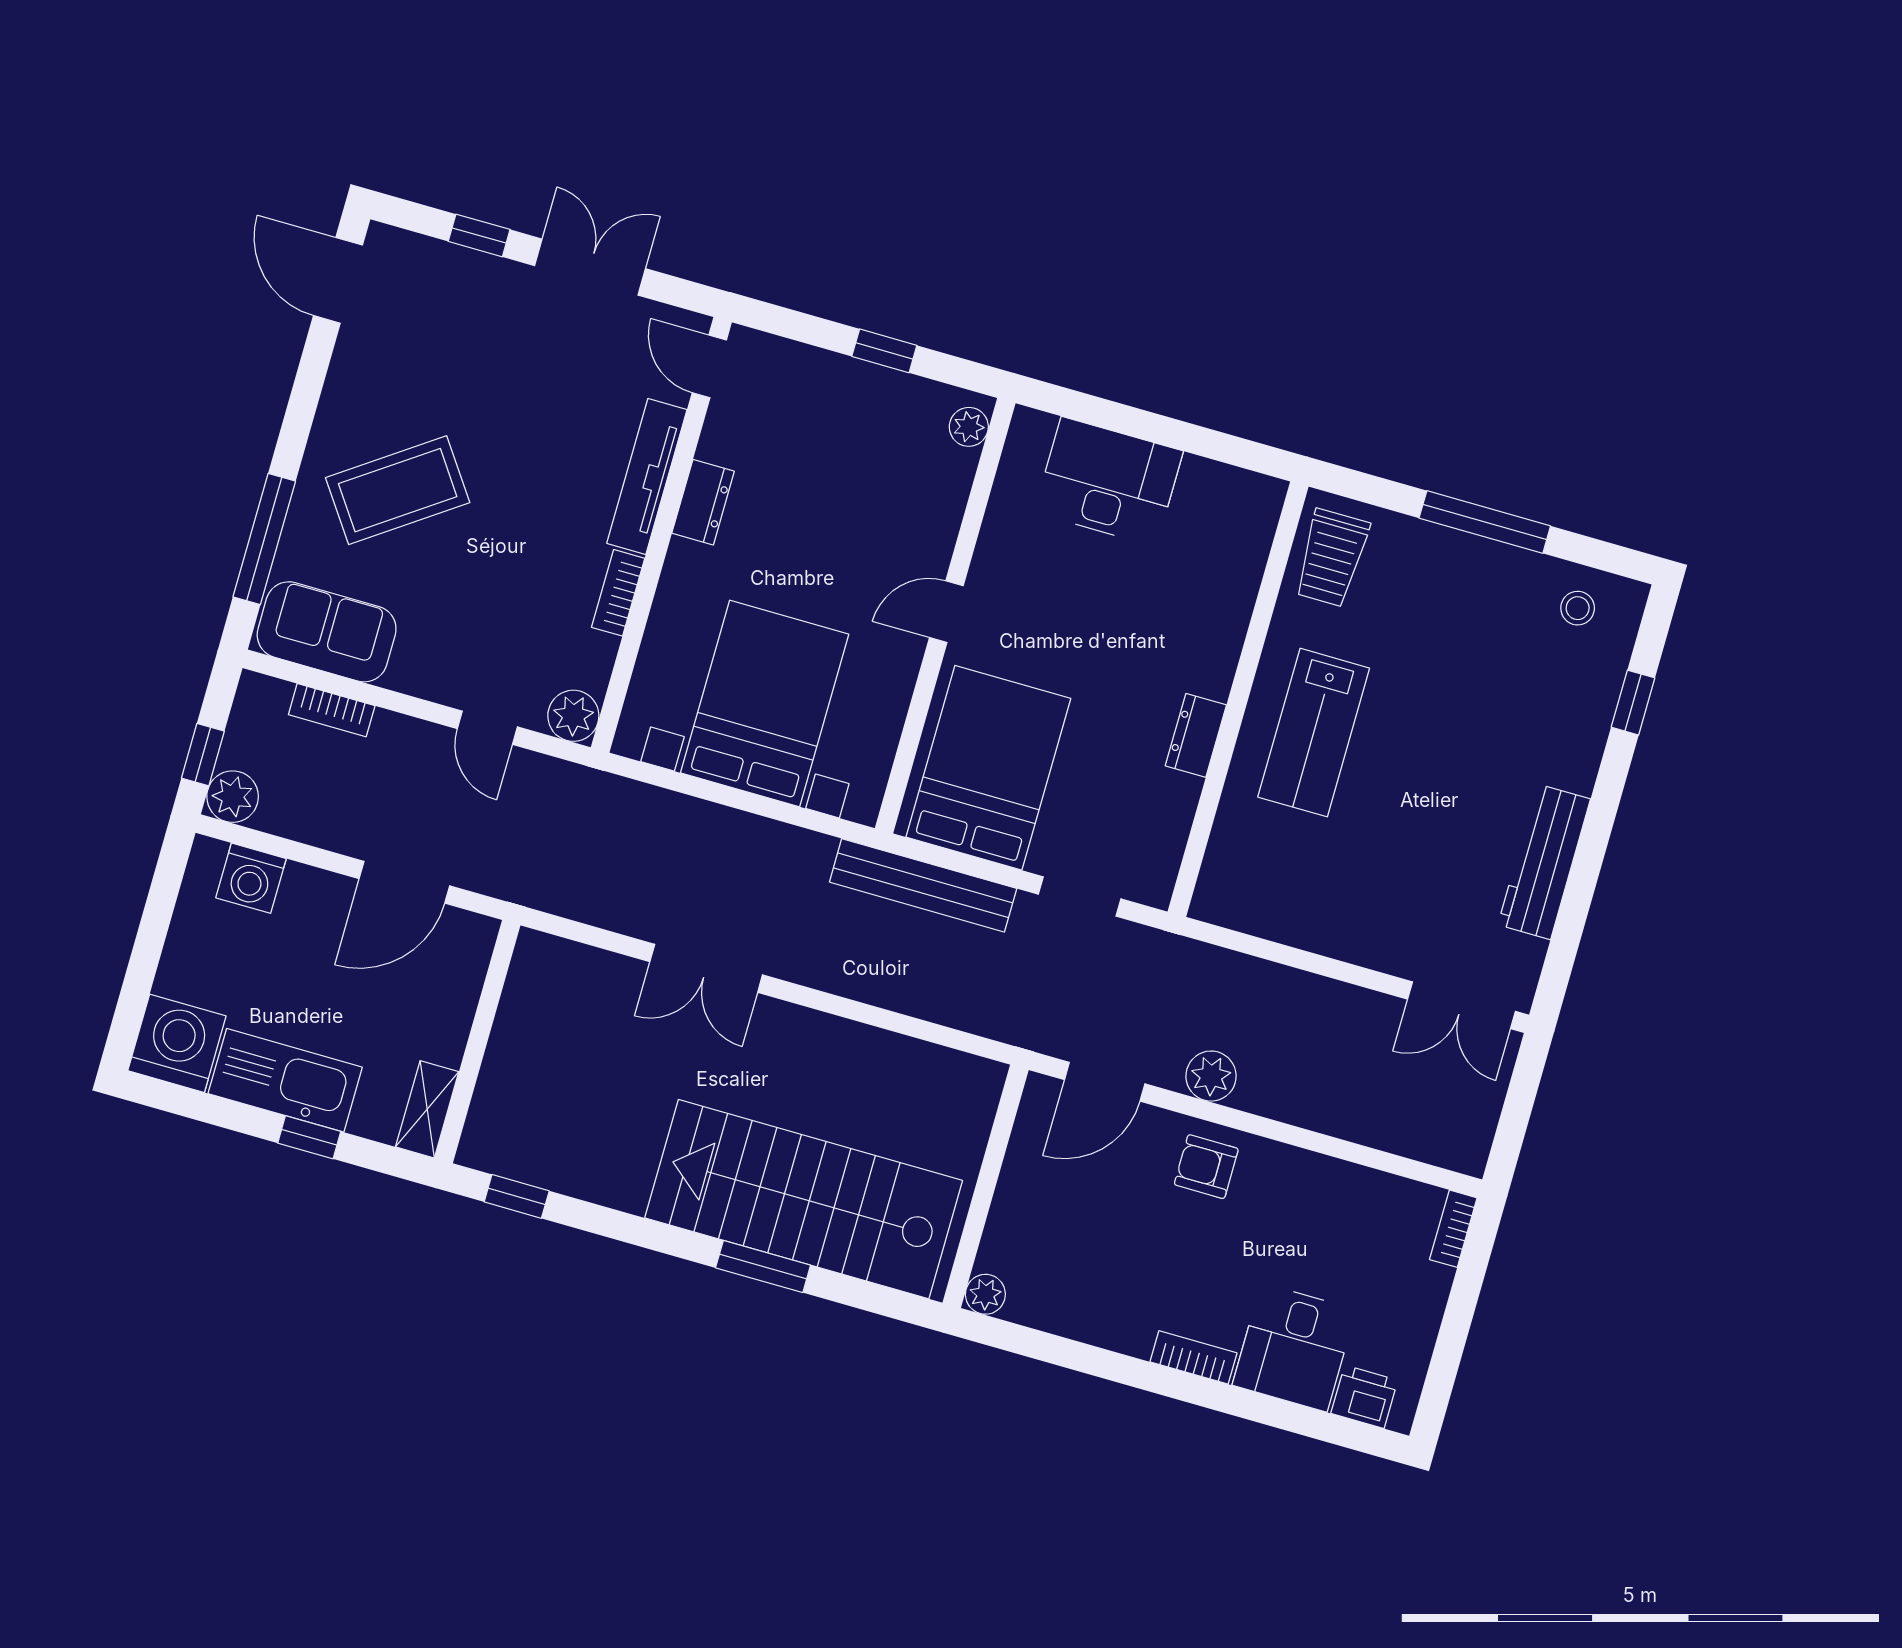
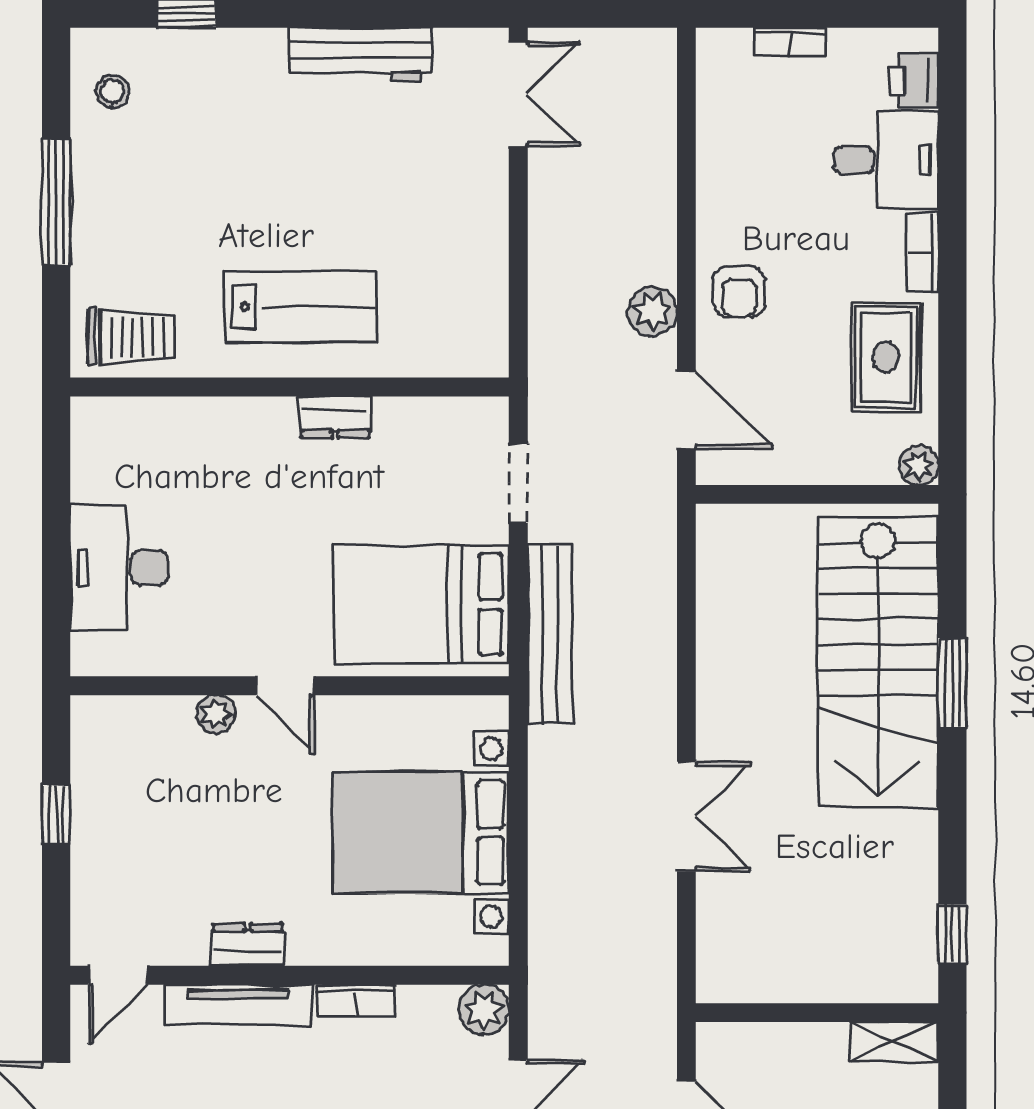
plant: (969, 427) -> (216, 714), moved
bookcase: (1453, 1229) -> (790, 42), moved
rug: (1101, 1292) -> (886, 357), added

